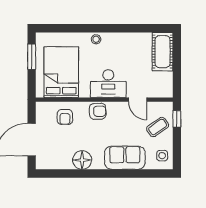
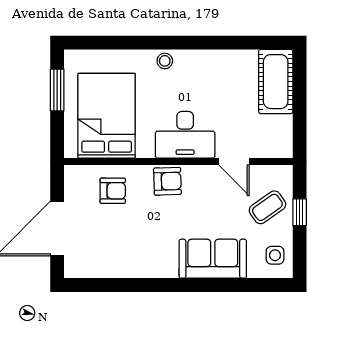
armchair: (65, 117) -> (113, 191), turned -90
window: (177, 119) -> (300, 212), moved
floor lamp: (82, 160) -> (141, 263), removed

